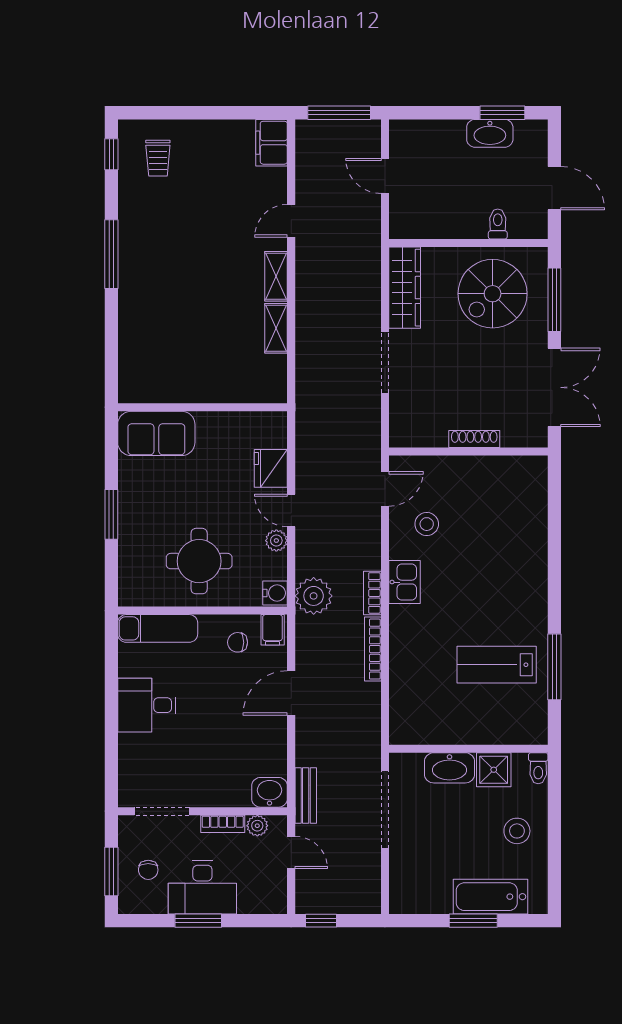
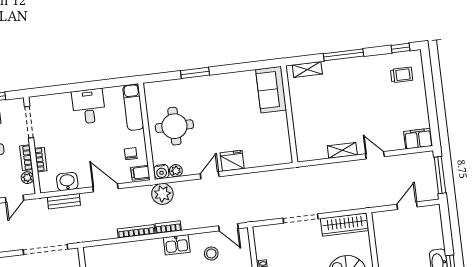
trolley: (158, 158) -> (402, 75), turned 180
shelving: (276, 328) -> (307, 70), moved
wall: (203, 407) -> (289, 114), moved
sofa: (156, 433) -> (271, 90), moved
plant: (276, 541) -> (176, 171), moved
washbasin: (270, 792) -> (67, 181), moved, turned -90
bench: (306, 795) -> (64, 201), moved
bookcase: (229, 799) -> (41, 160), added

